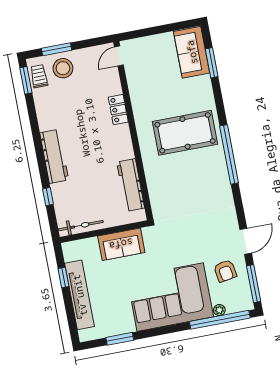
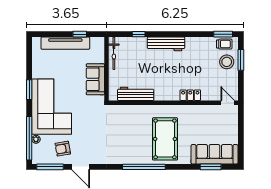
sofa: (192, 52) -> (214, 154), width x1.36
window: (120, 339) -> (29, 90), moved

